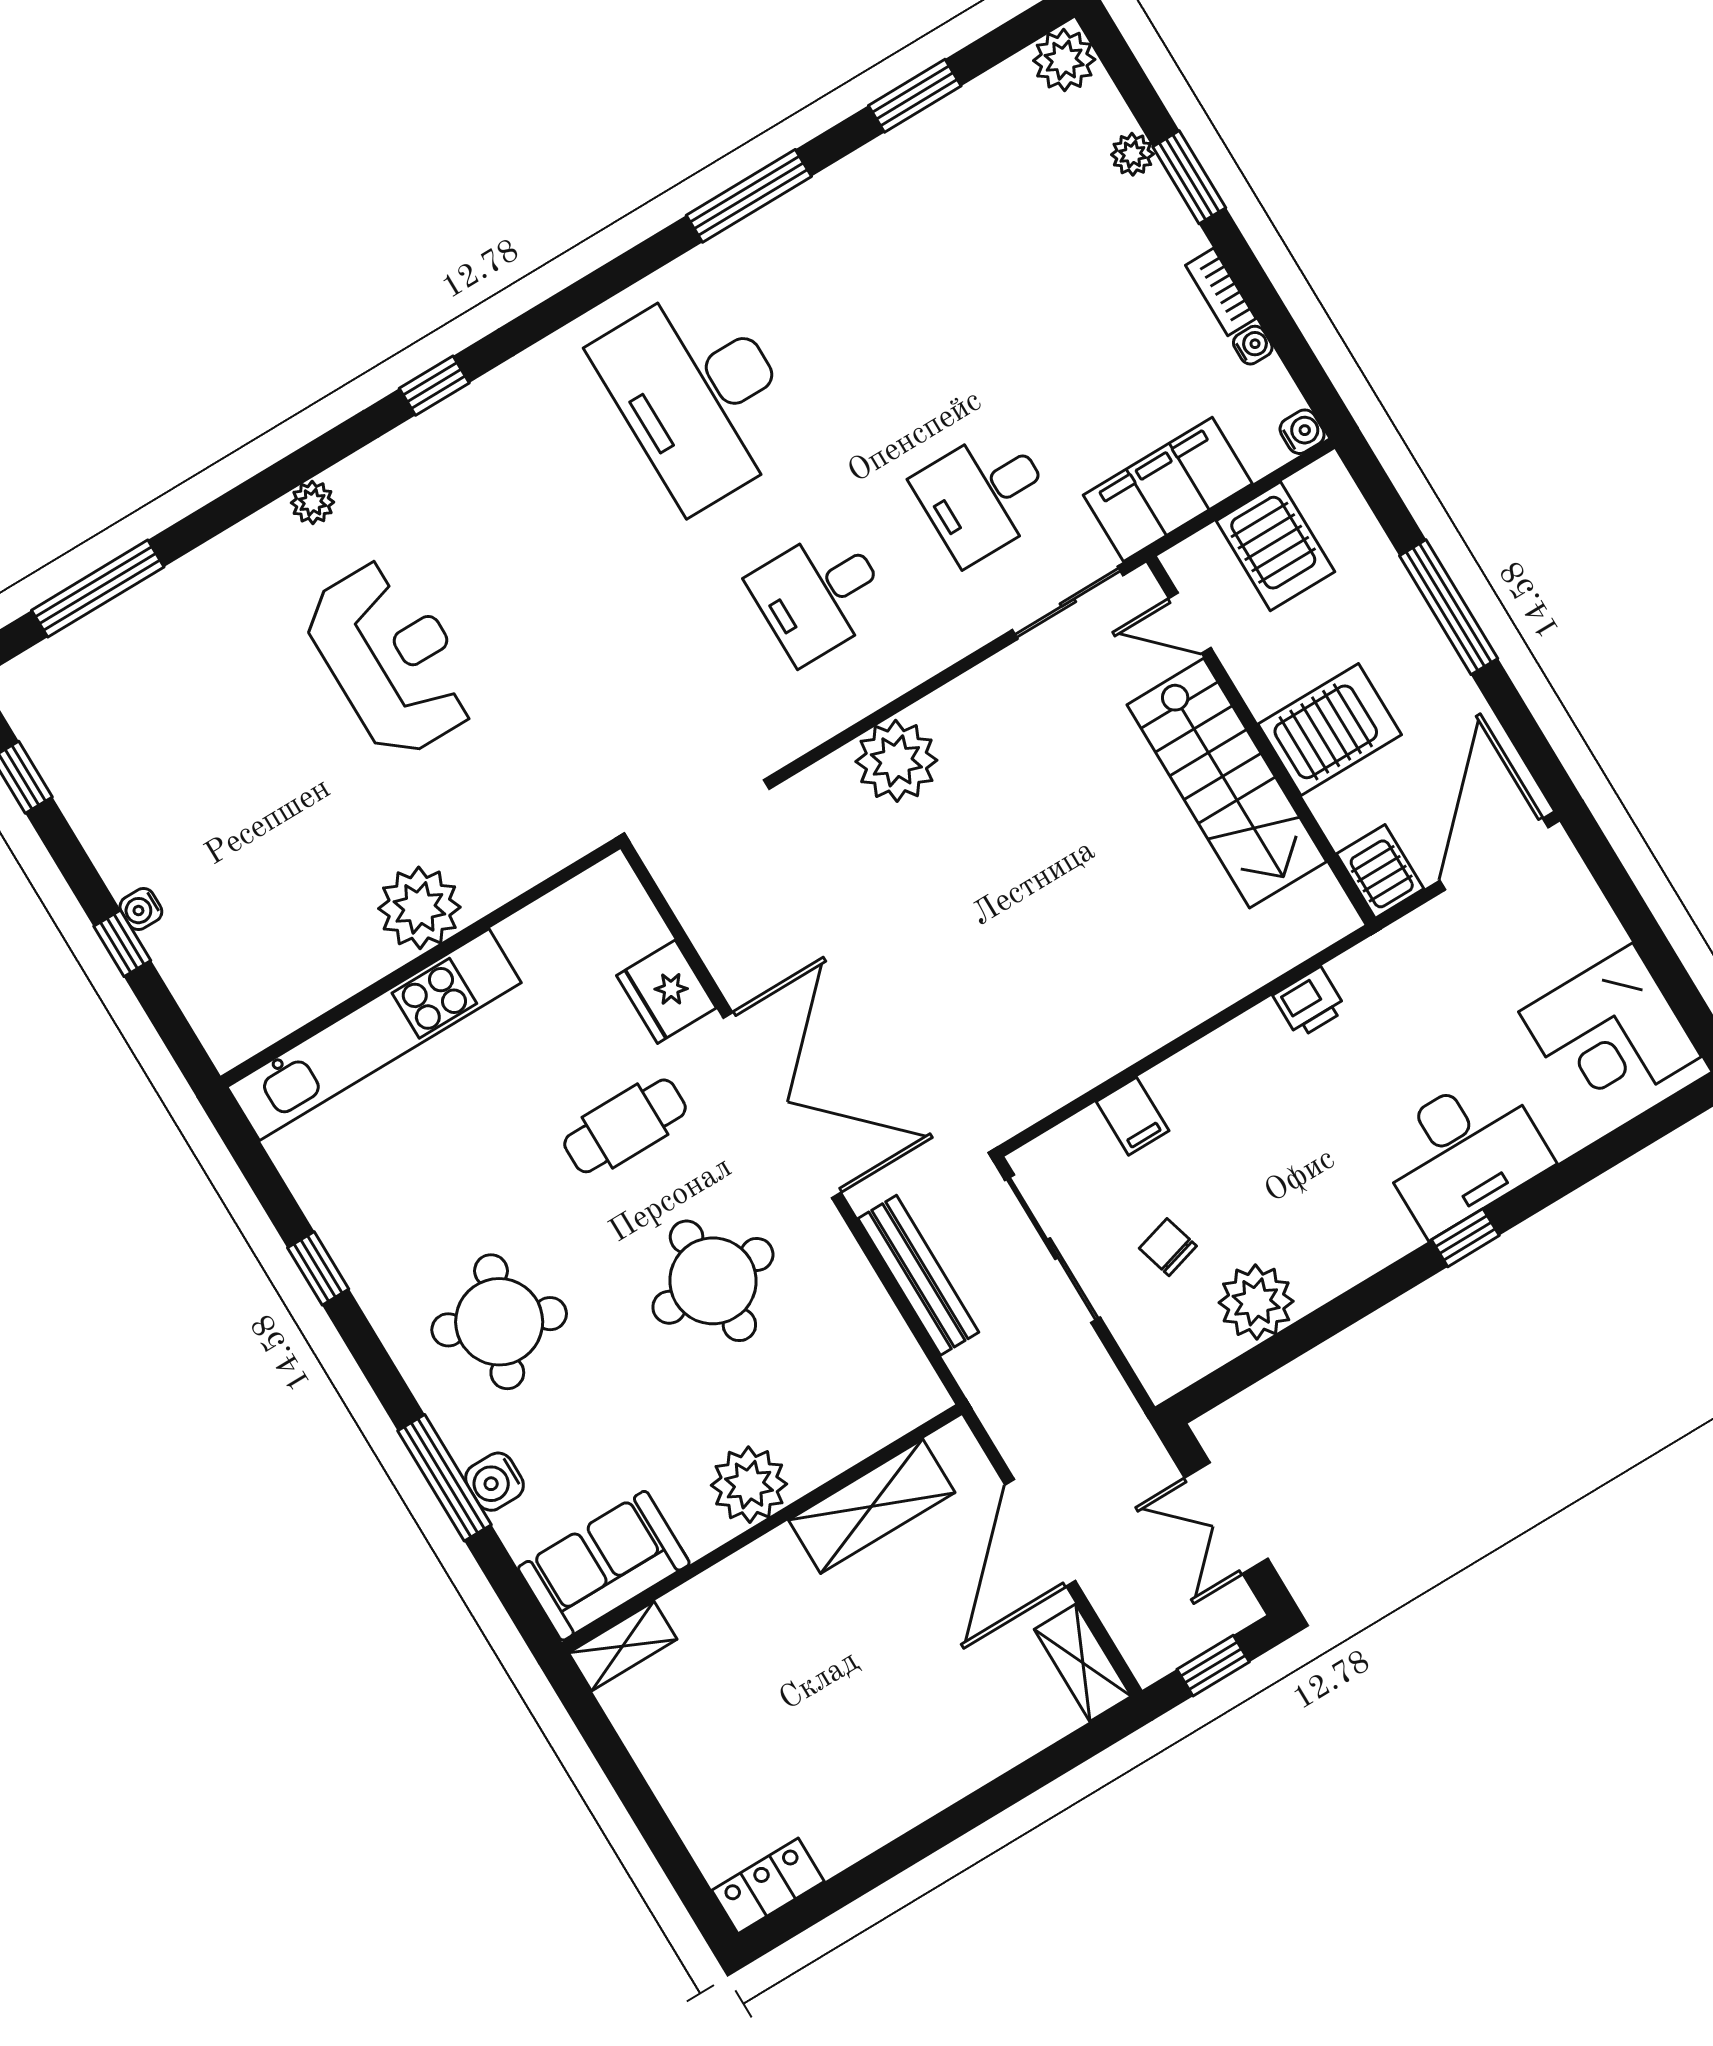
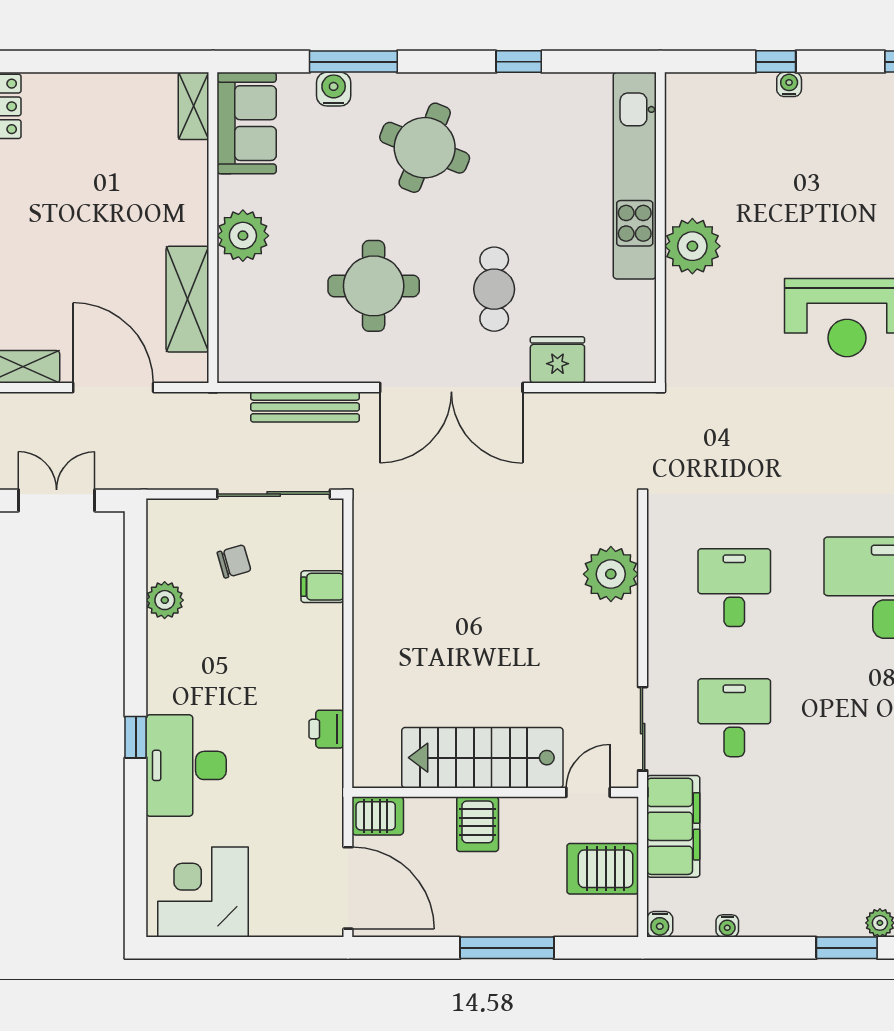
bookcase: (1221, 292) -> (769, 926), removed
server rack: (1330, 729) -> (478, 824), width x0.73, depth x0.70
plant: (1256, 1302) -> (165, 600), width x0.73, depth x0.73

